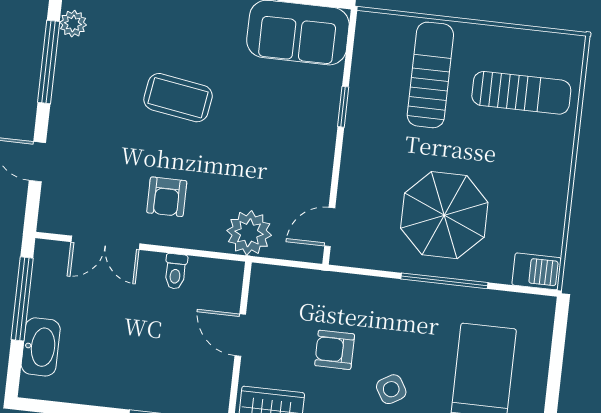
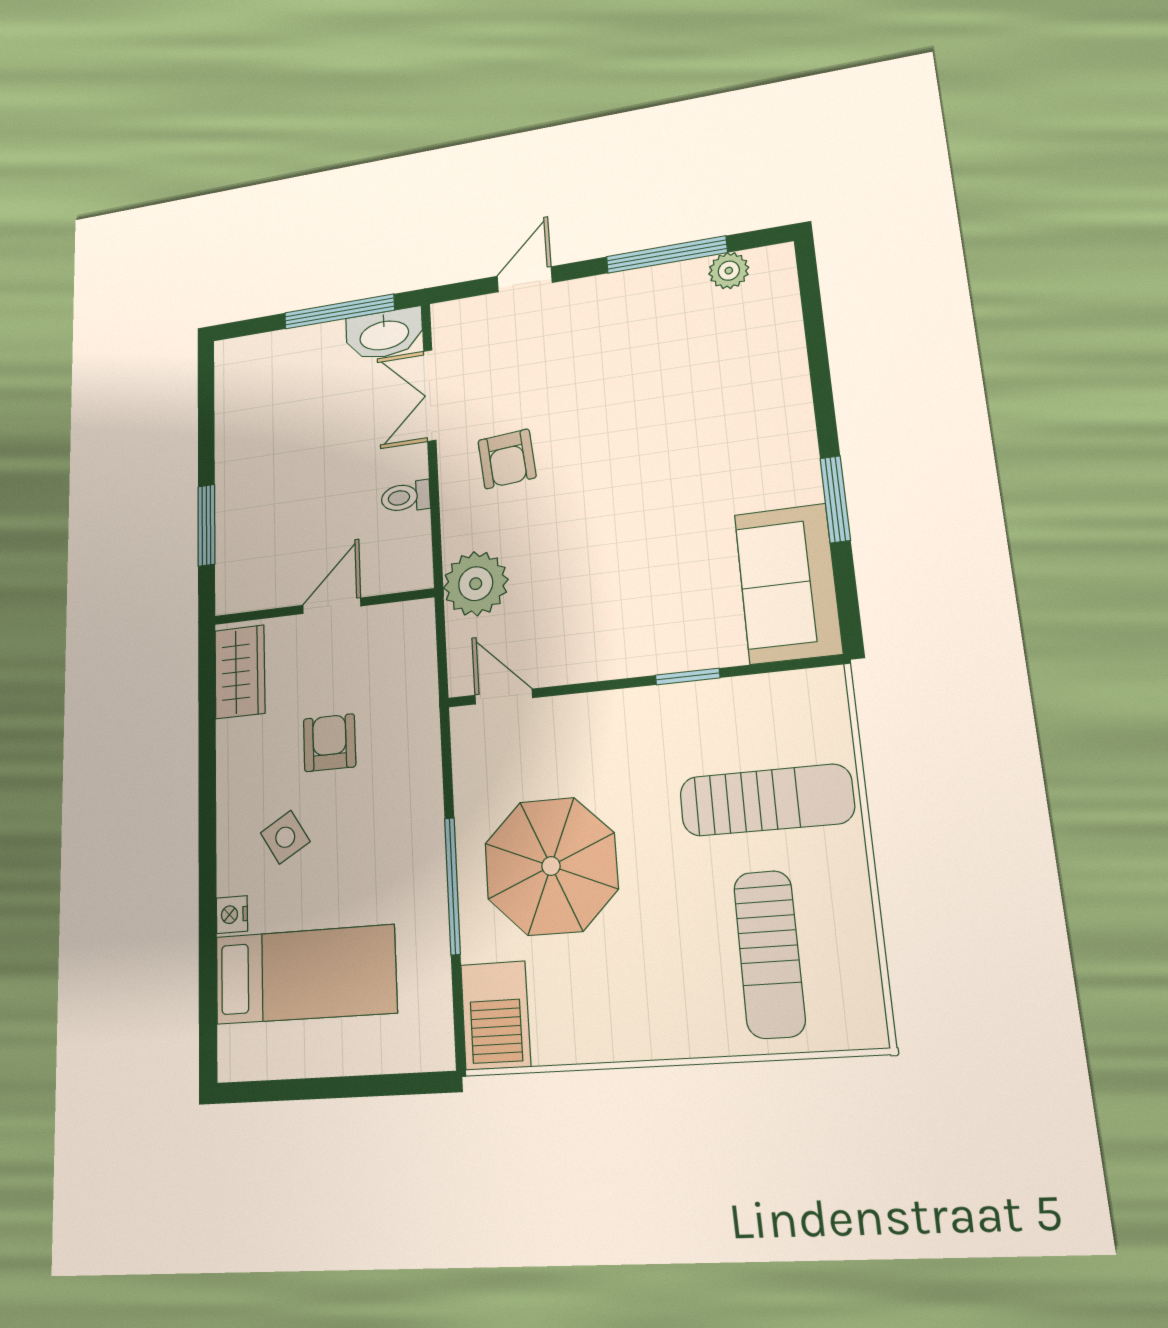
coffee table: (178, 98) -> (652, 438), removed
armchair: (167, 197) -> (507, 459), turned -95
barbecue: (537, 271) -> (496, 1015), width x1.38, depth x1.27
washbasin: (41, 347) -> (384, 334), moved

